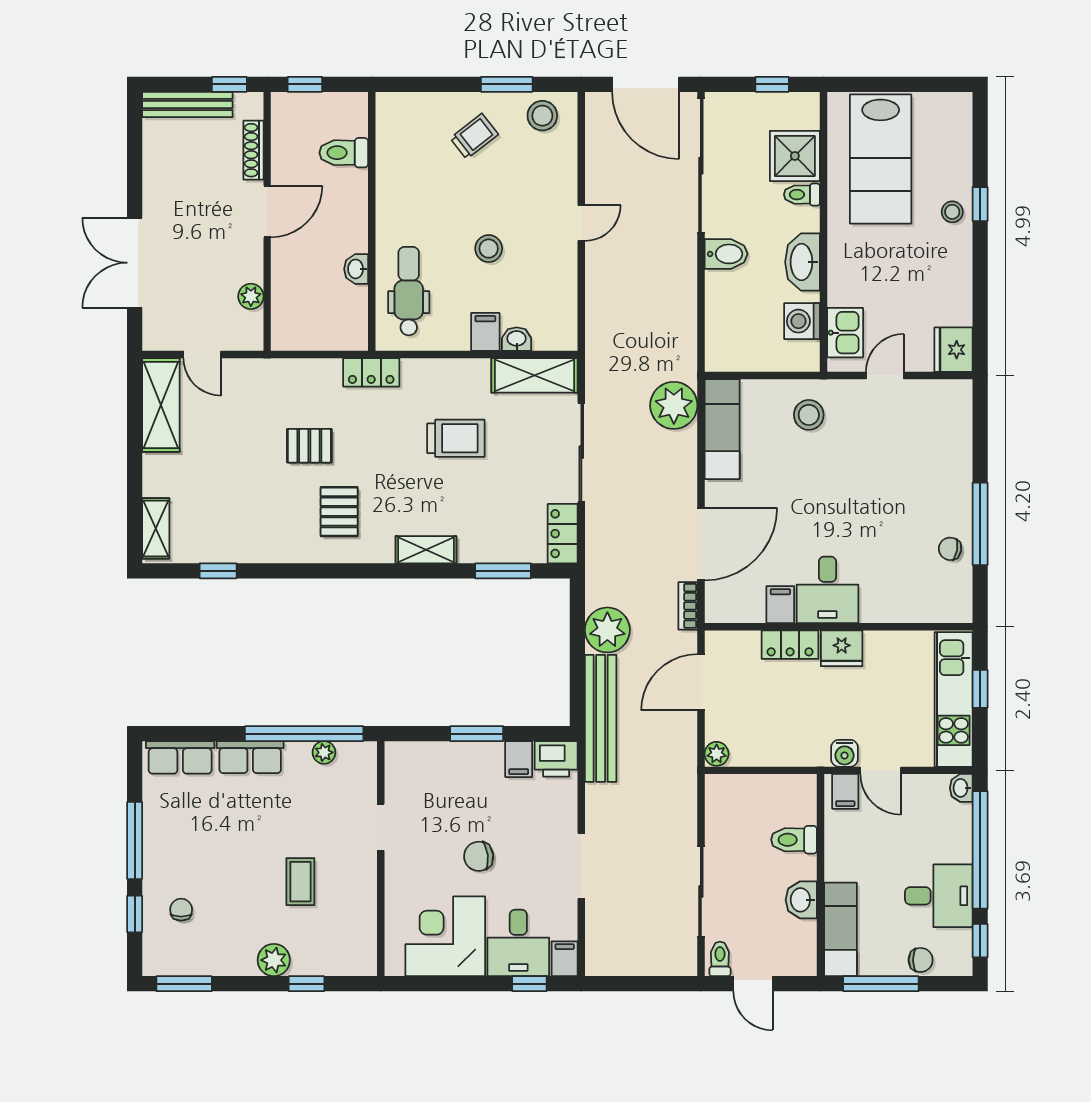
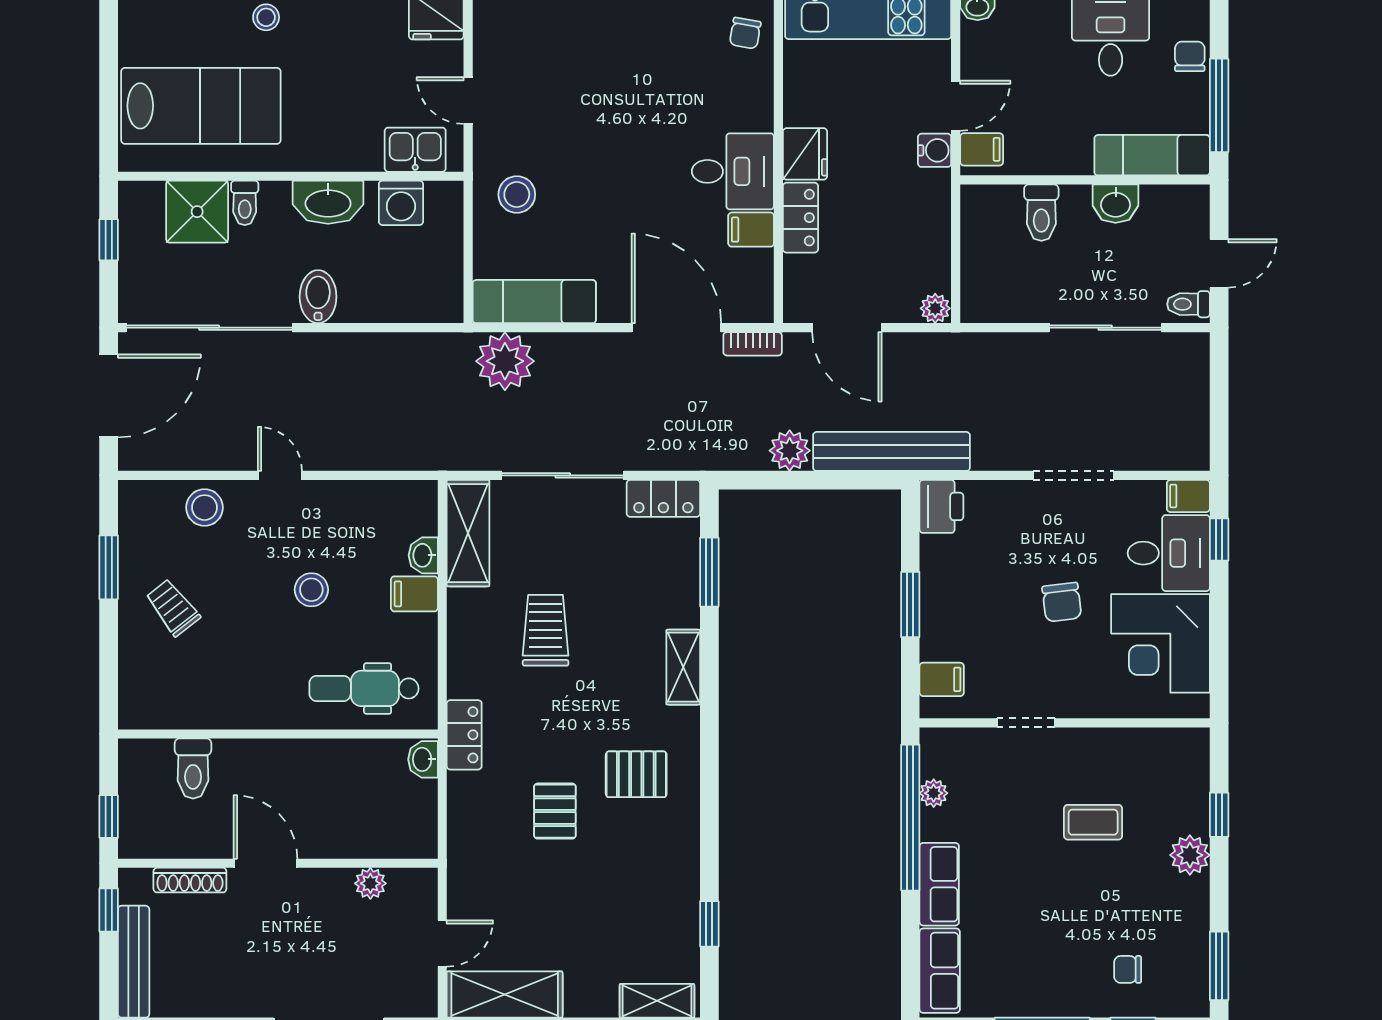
stool: (542, 116) -> (204, 508), moved
washbasin: (356, 269) -> (423, 759), moved, turned 90
chair: (950, 549) -> (745, 33), moved
plant: (607, 630) -> (790, 451), width x0.73, depth x0.73
filing cabinet: (519, 759) -> (942, 679), moved

